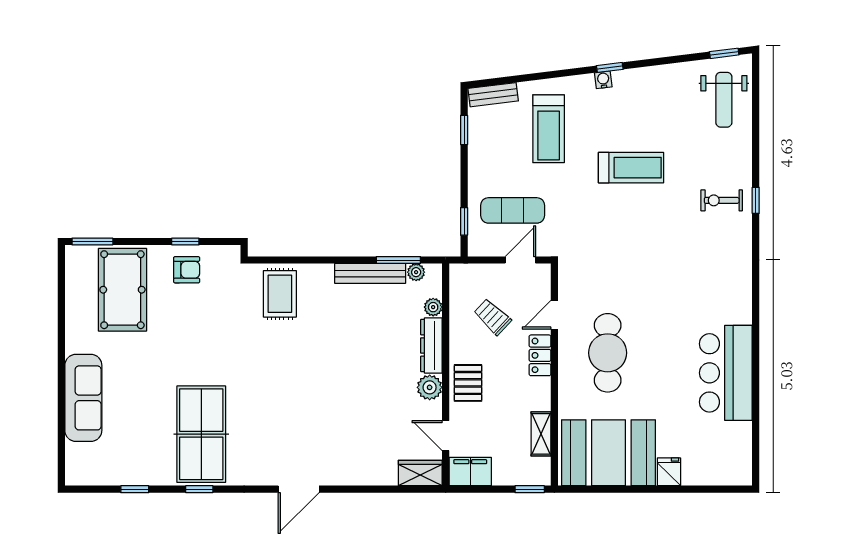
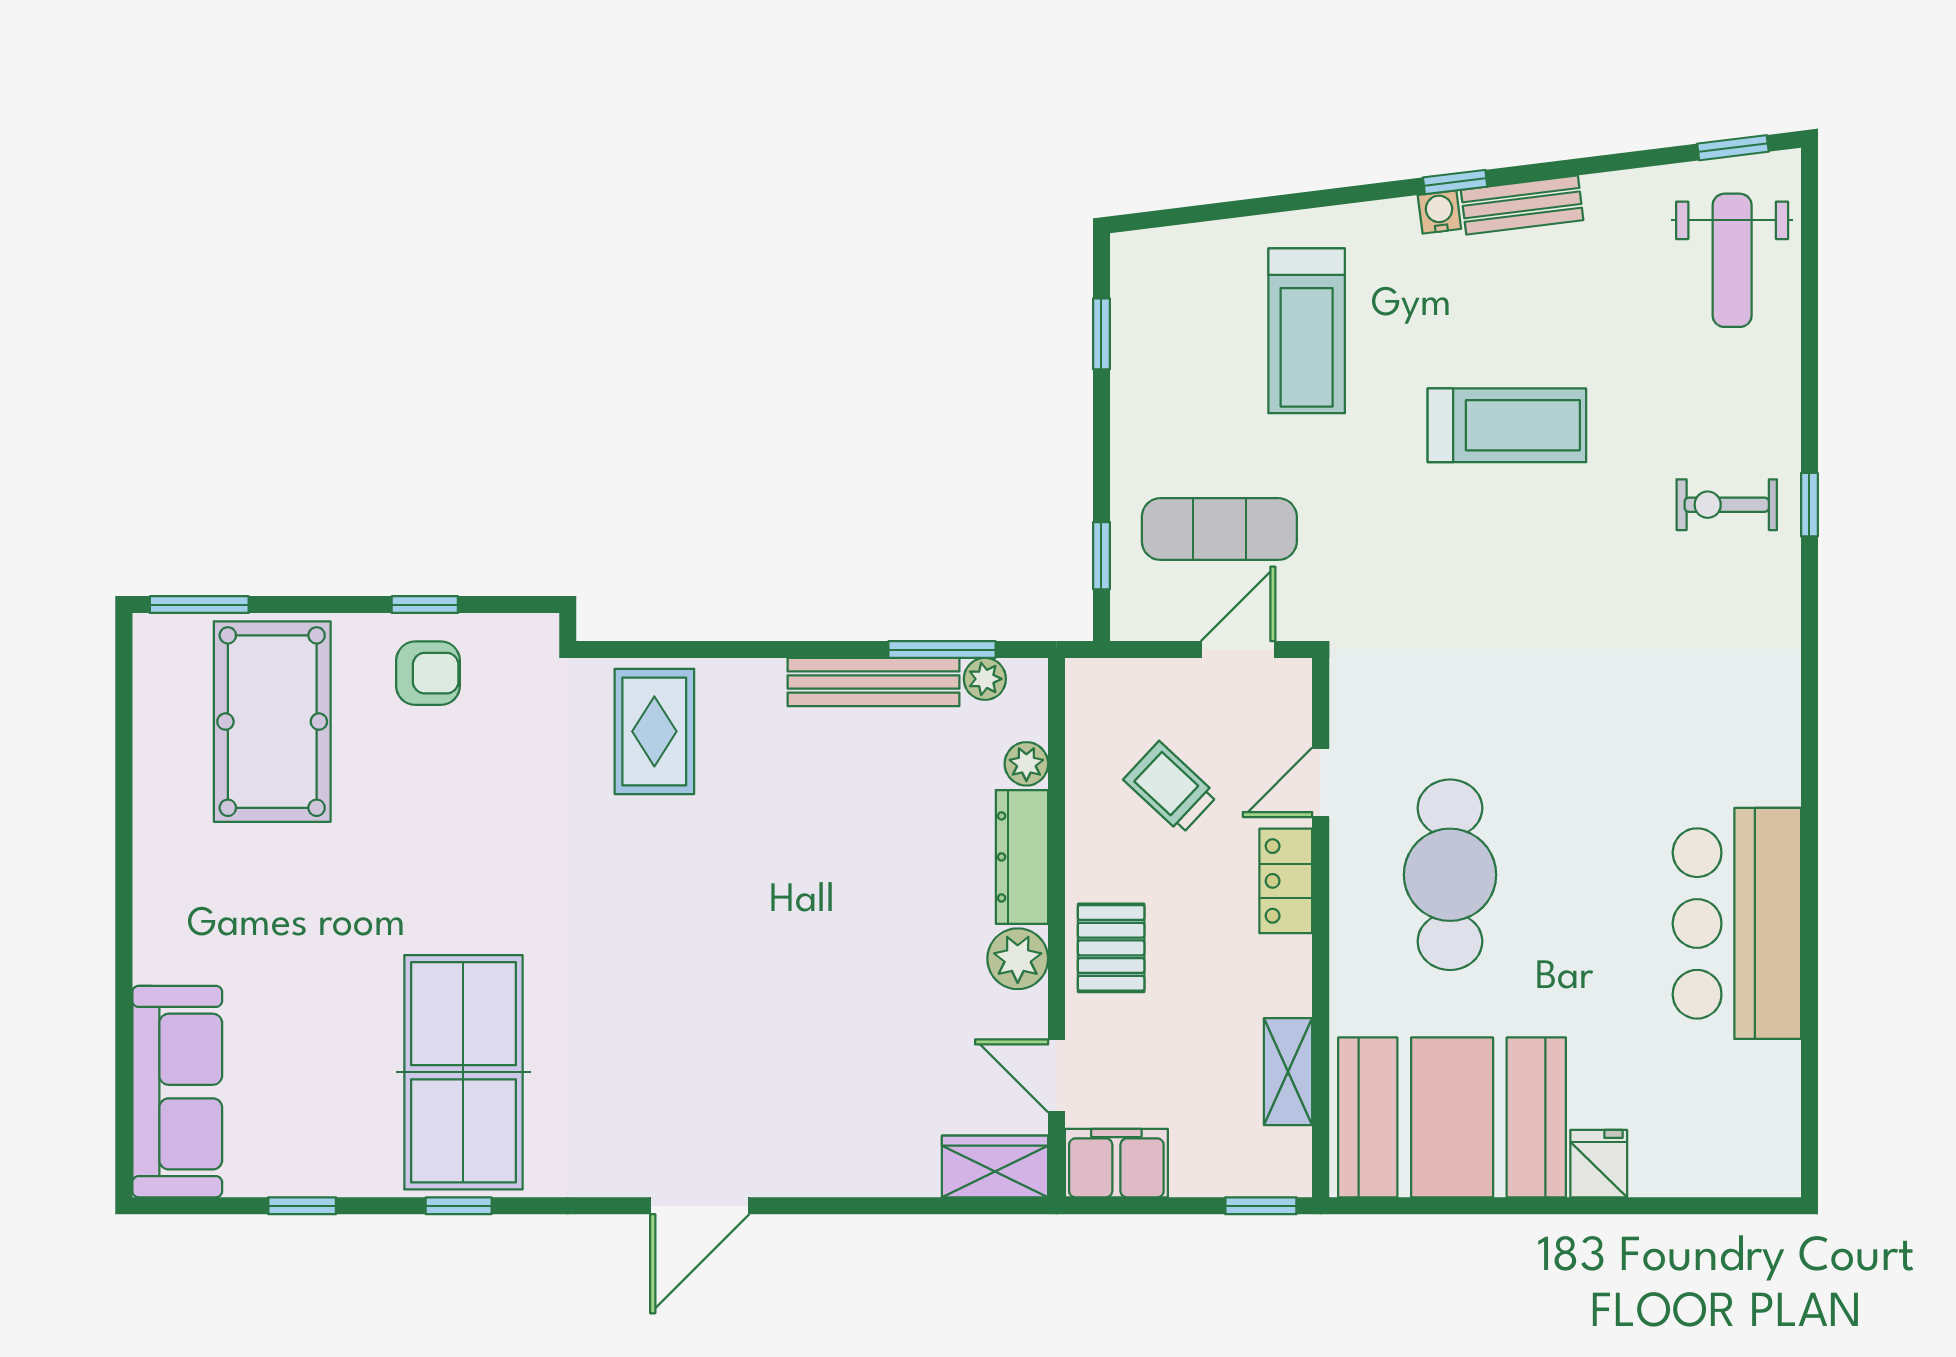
bench: (493, 95) -> (1522, 205), moved
sofa: (83, 398) -> (177, 1092), moved

